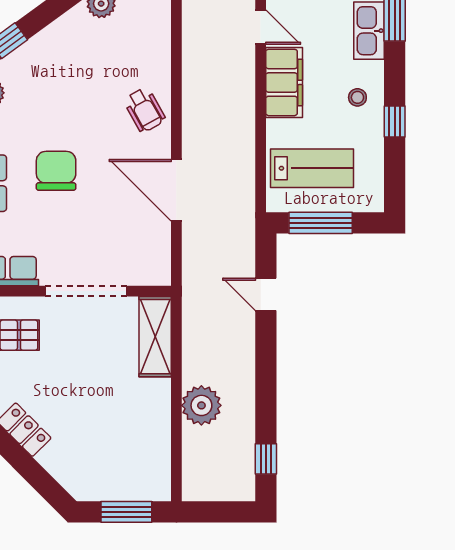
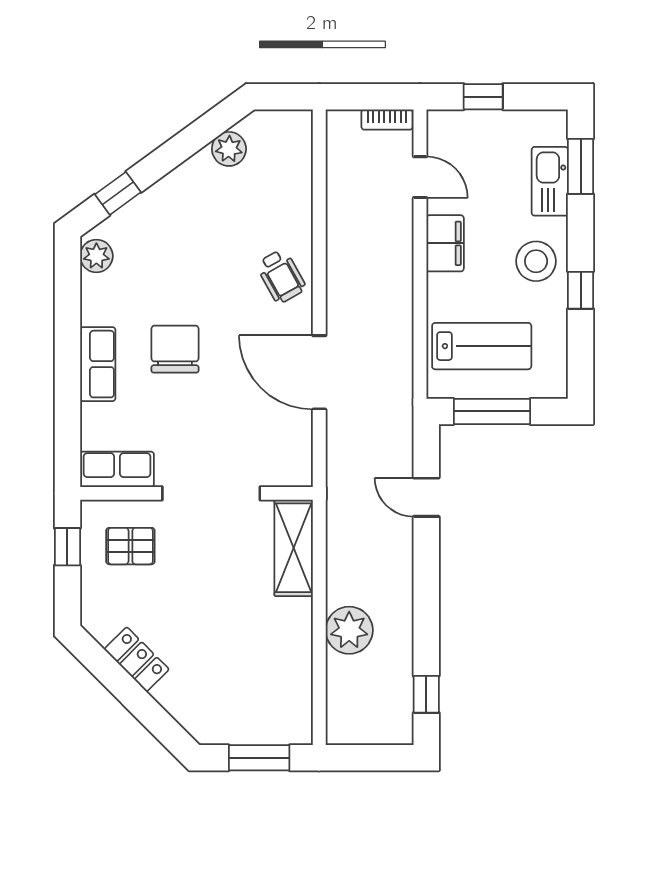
filing cabinet: (284, 82) -> (445, 243), width x0.67, depth x0.86
stool: (357, 97) -> (536, 261), width x1.89, depth x1.89

